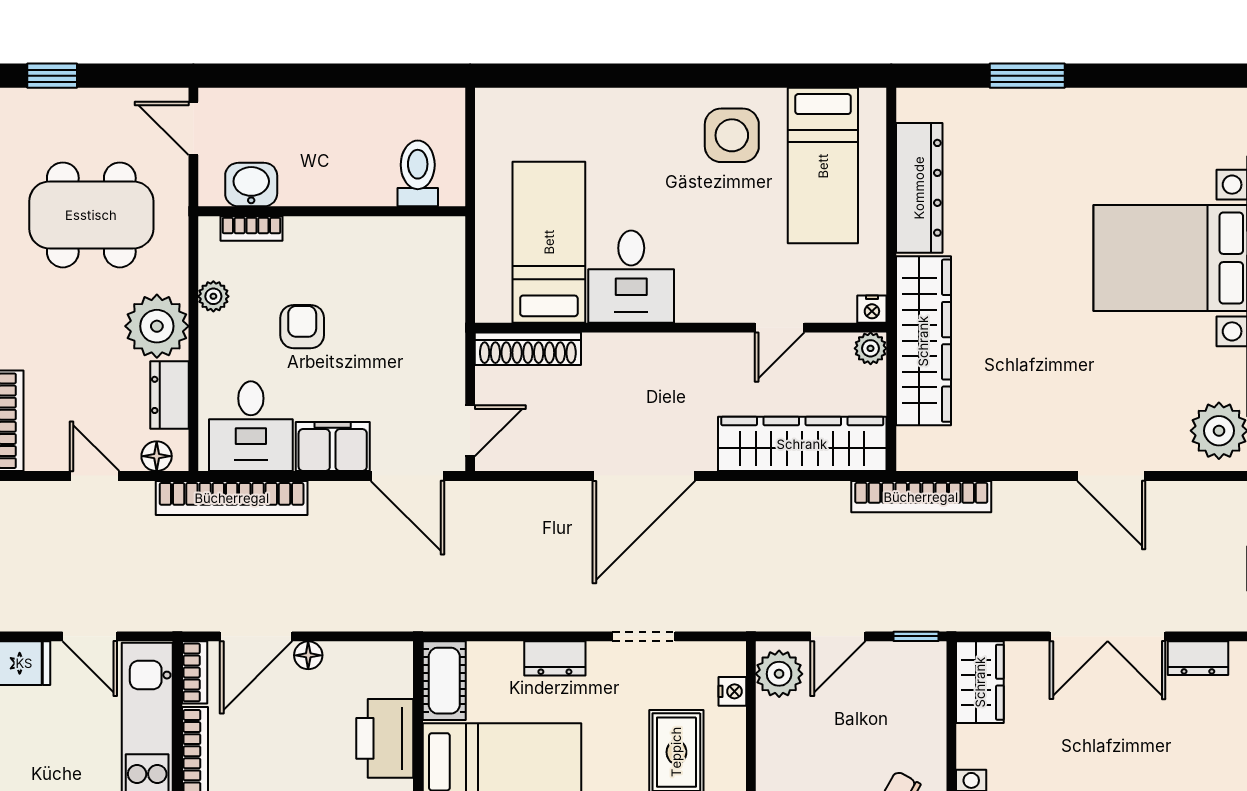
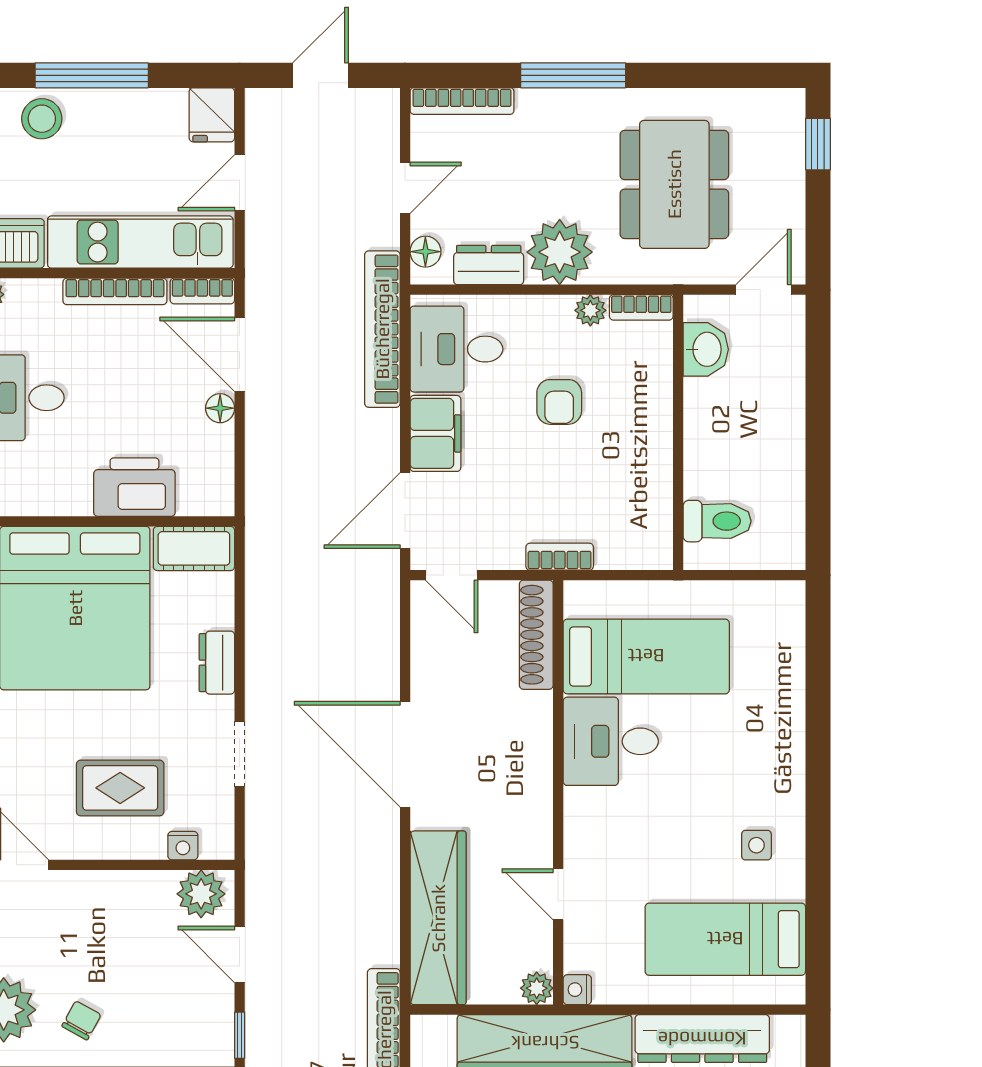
side table: (732, 135) -> (756, 845), width x0.54, depth x0.54
bookcase: (251, 228) -> (641, 307), moved, turned -90
bookcase: (452, 326) -> (560, 557), added
armchair: (302, 327) -> (559, 402), turned 90

